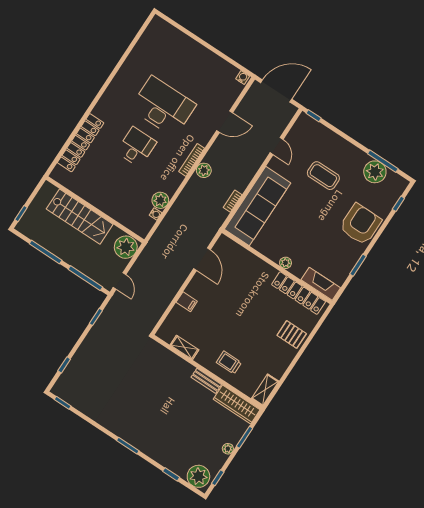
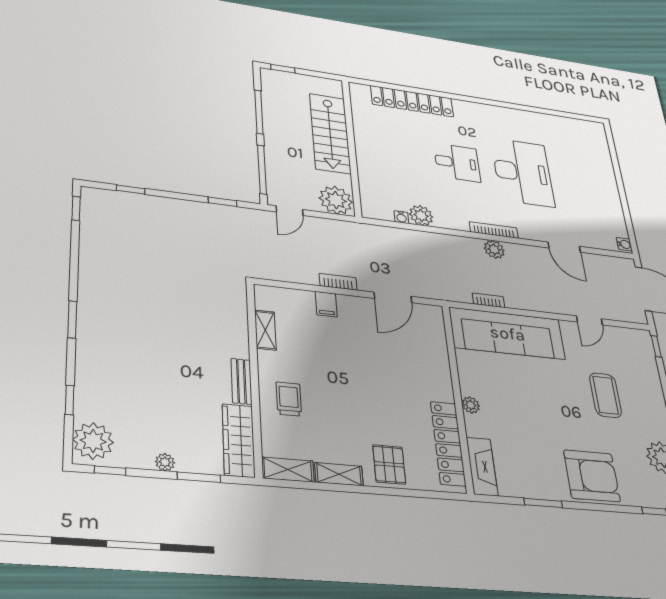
bookcase: (177, 285) -> (338, 282), added
shelving: (282, 365) -> (339, 474), added

